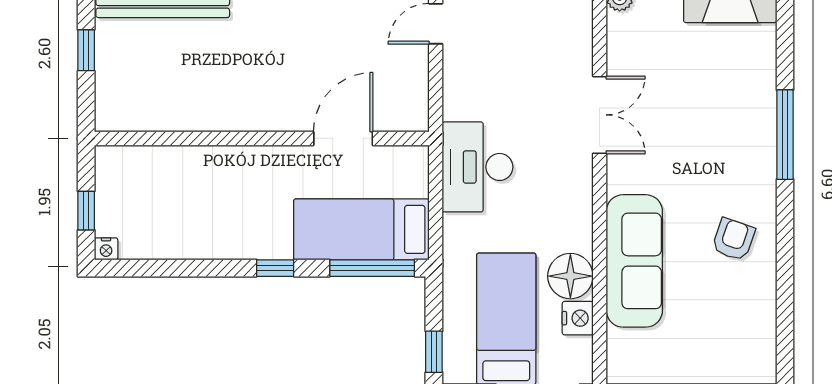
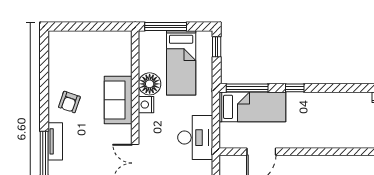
tv unit: (762, 159) -> (55, 141), added
sofa: (634, 261) -> (118, 100), width x0.73
nightstand: (578, 318) -> (146, 105), moved

